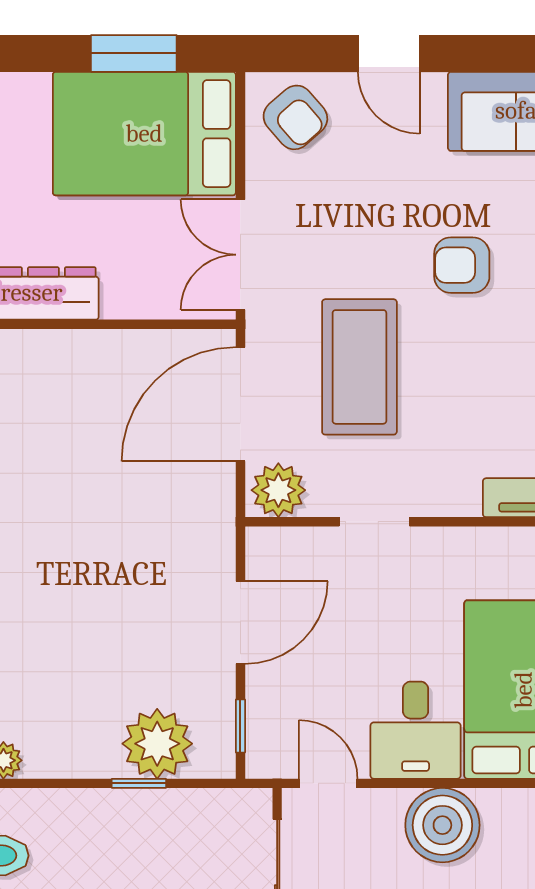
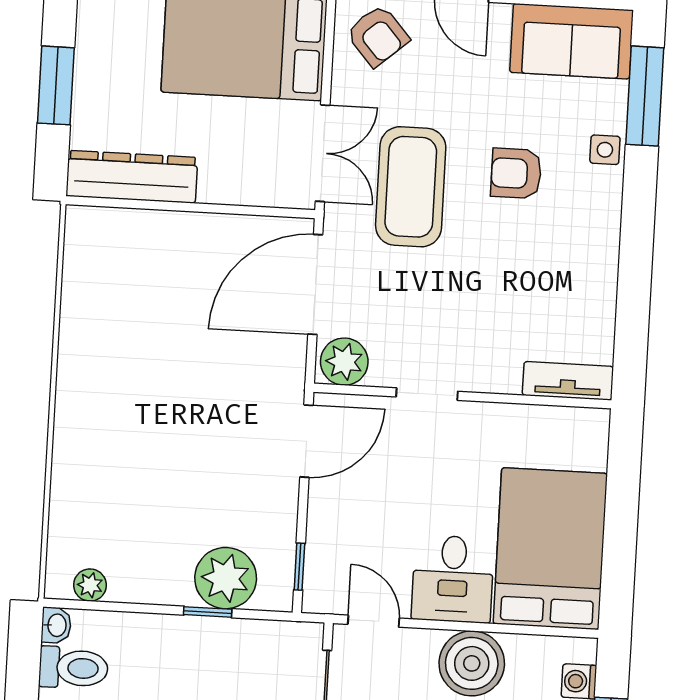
double door: (240, 255) -> (323, 153), swing flipped
coffee table: (359, 367) -> (411, 187), moved
door: (240, 622) -> (306, 441), moved

